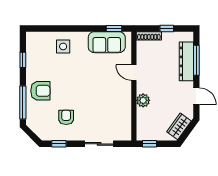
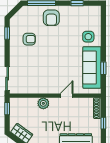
window: (114, 28) -> (103, 68), moved
sofa: (107, 42) -> (92, 67), width x1.36
sliding door: (99, 144) -> (7, 79), moved

